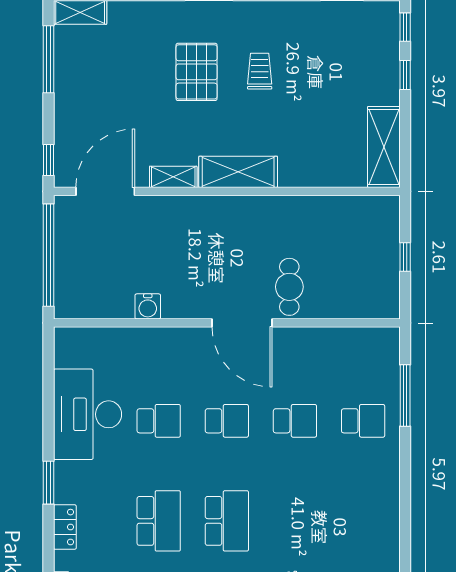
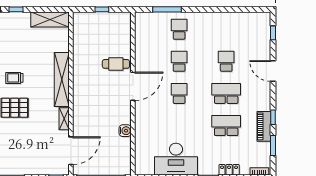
shelving: (238, 172) -> (62, 79), width x1.47
door: (105, 191) -> (71, 151), swing flipped
school desk: (159, 421) -> (226, 61), moved

